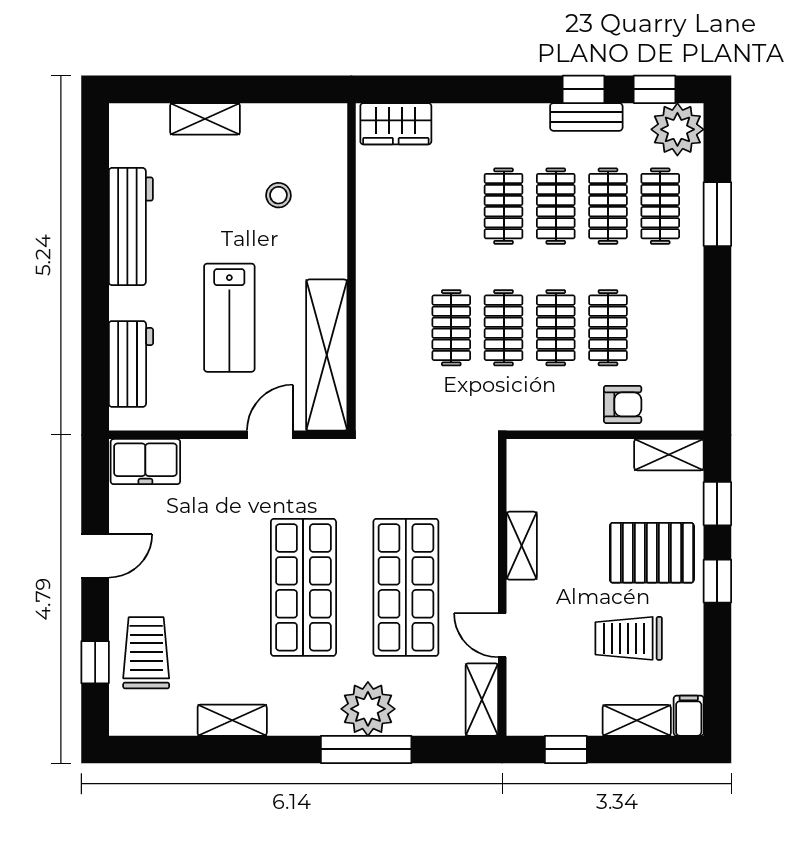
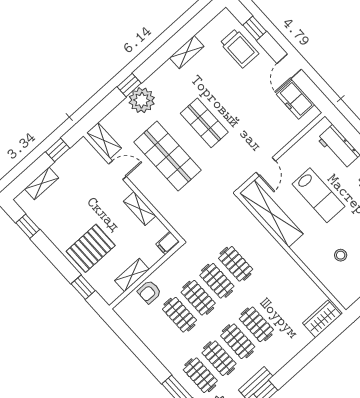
lab bench: (229, 318) -> (318, 195), turned 180
shelving: (669, 455) -> (132, 275), moved
freezer: (145, 462) -> (295, 100), moved, turned -90
window: (717, 581) -> (28, 226), moved
shop shelf: (303, 587) -> (204, 123), width x0.70, depth x0.74
trolley: (629, 638) -> (71, 210), removed
filing cabinet: (689, 716) -> (168, 243), moved, turned 90
window: (366, 749) -> (129, 85), width x0.46

